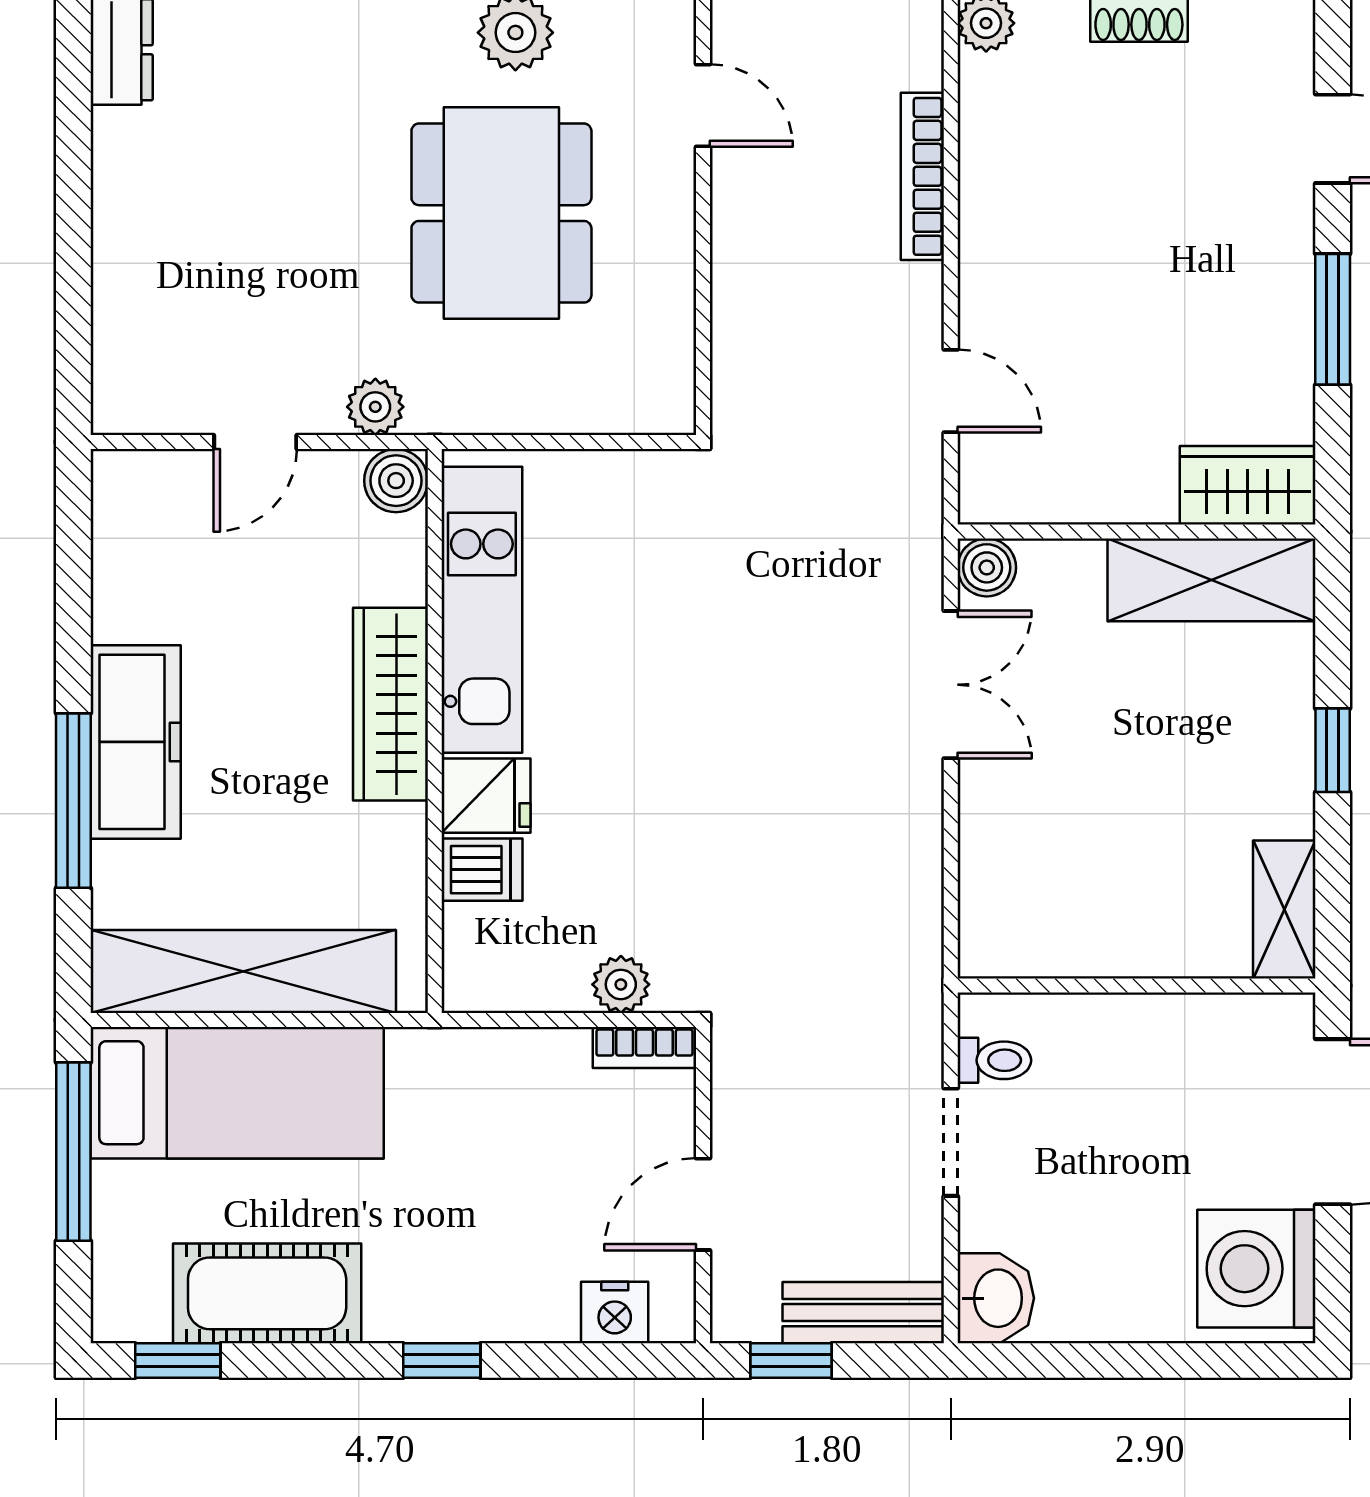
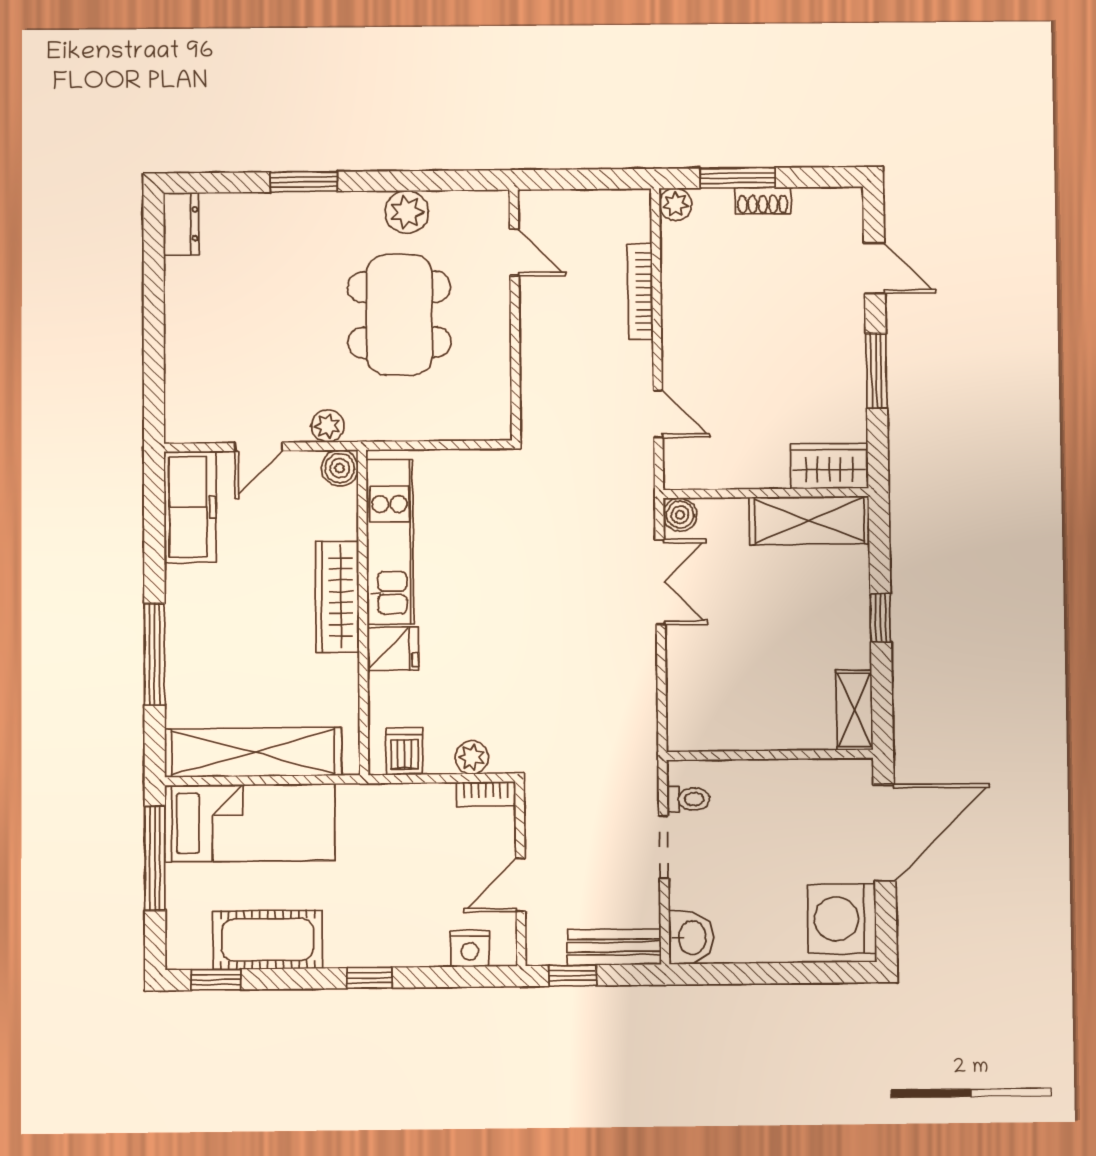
freezer: (136, 742) -> (190, 507), moved
dishwasher: (482, 870) -> (404, 751), moved, turned -90

